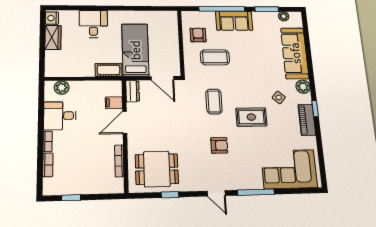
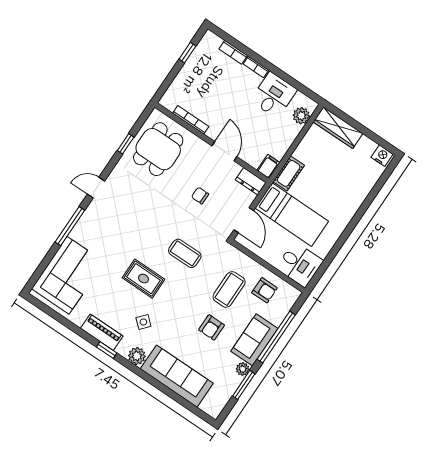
plant: (284, 16) -> (243, 369), moved
desk: (93, 24) -> (300, 264), moved
wardrobe: (53, 37) -> (338, 128), moved, width x1.50
door: (162, 78) -> (244, 220), swing flipped
filing cabinet: (114, 103) -> (268, 166), moved
rug: (251, 117) -> (144, 279), turned 90
chair: (168, 118) -> (200, 196), added
armchair: (219, 145) -> (211, 327), moved

